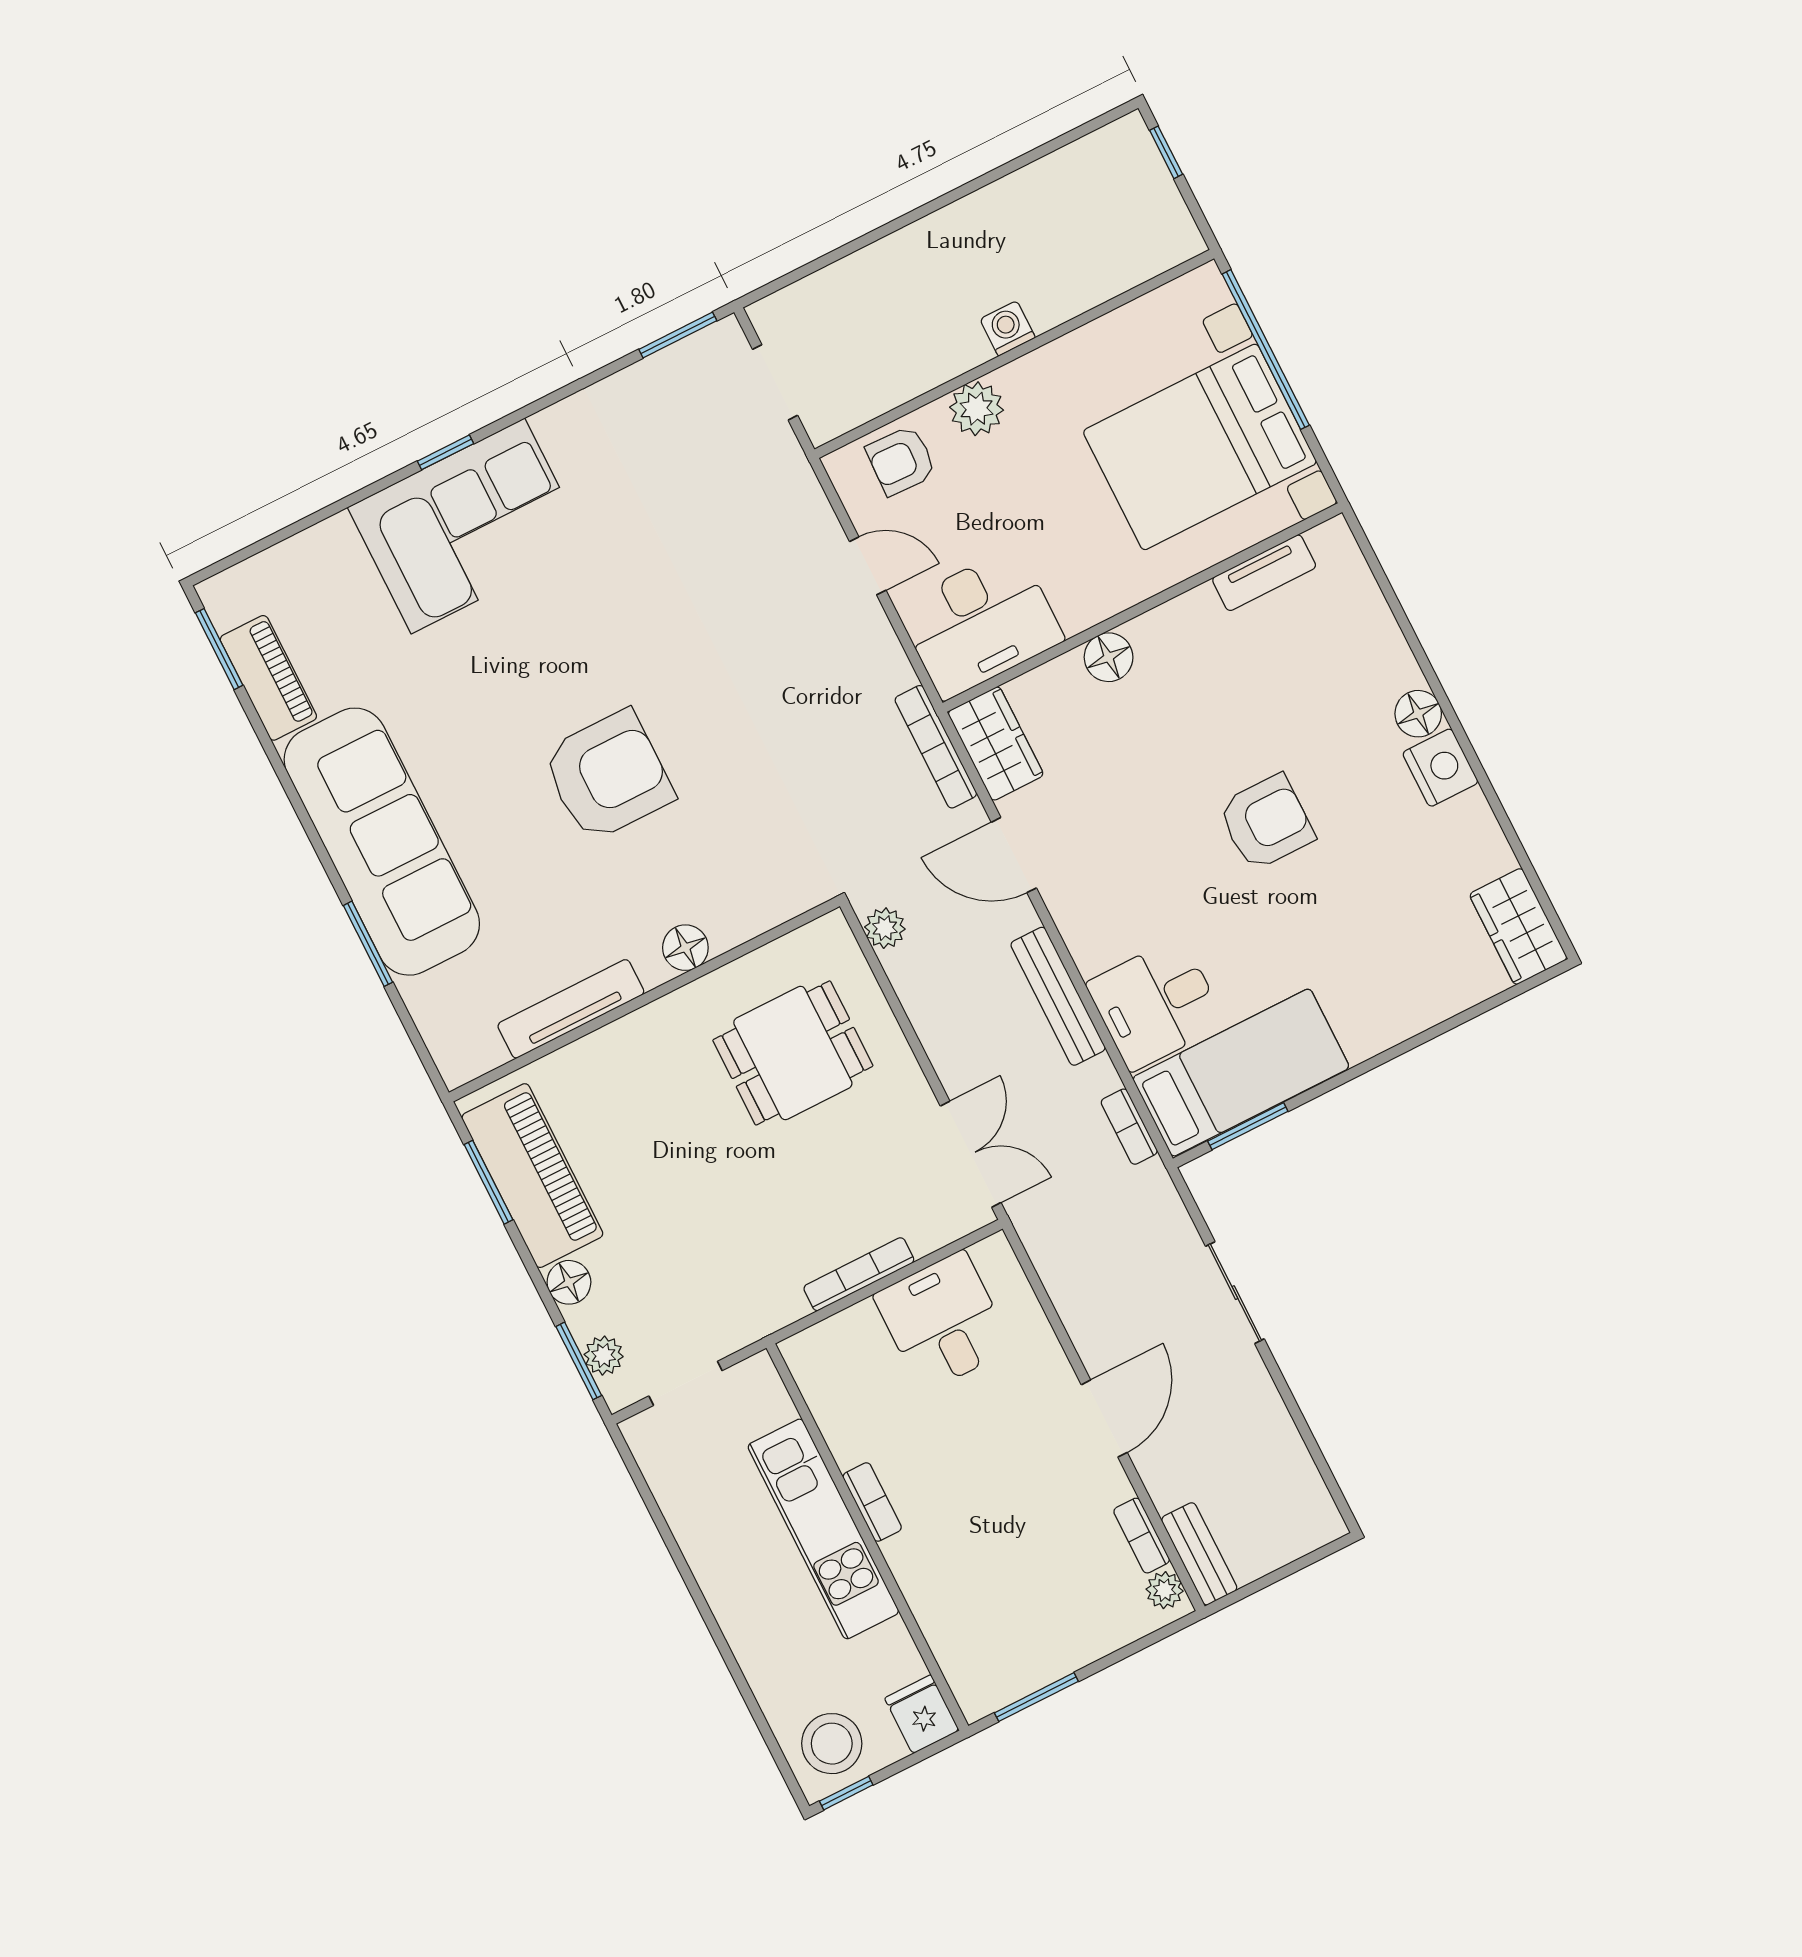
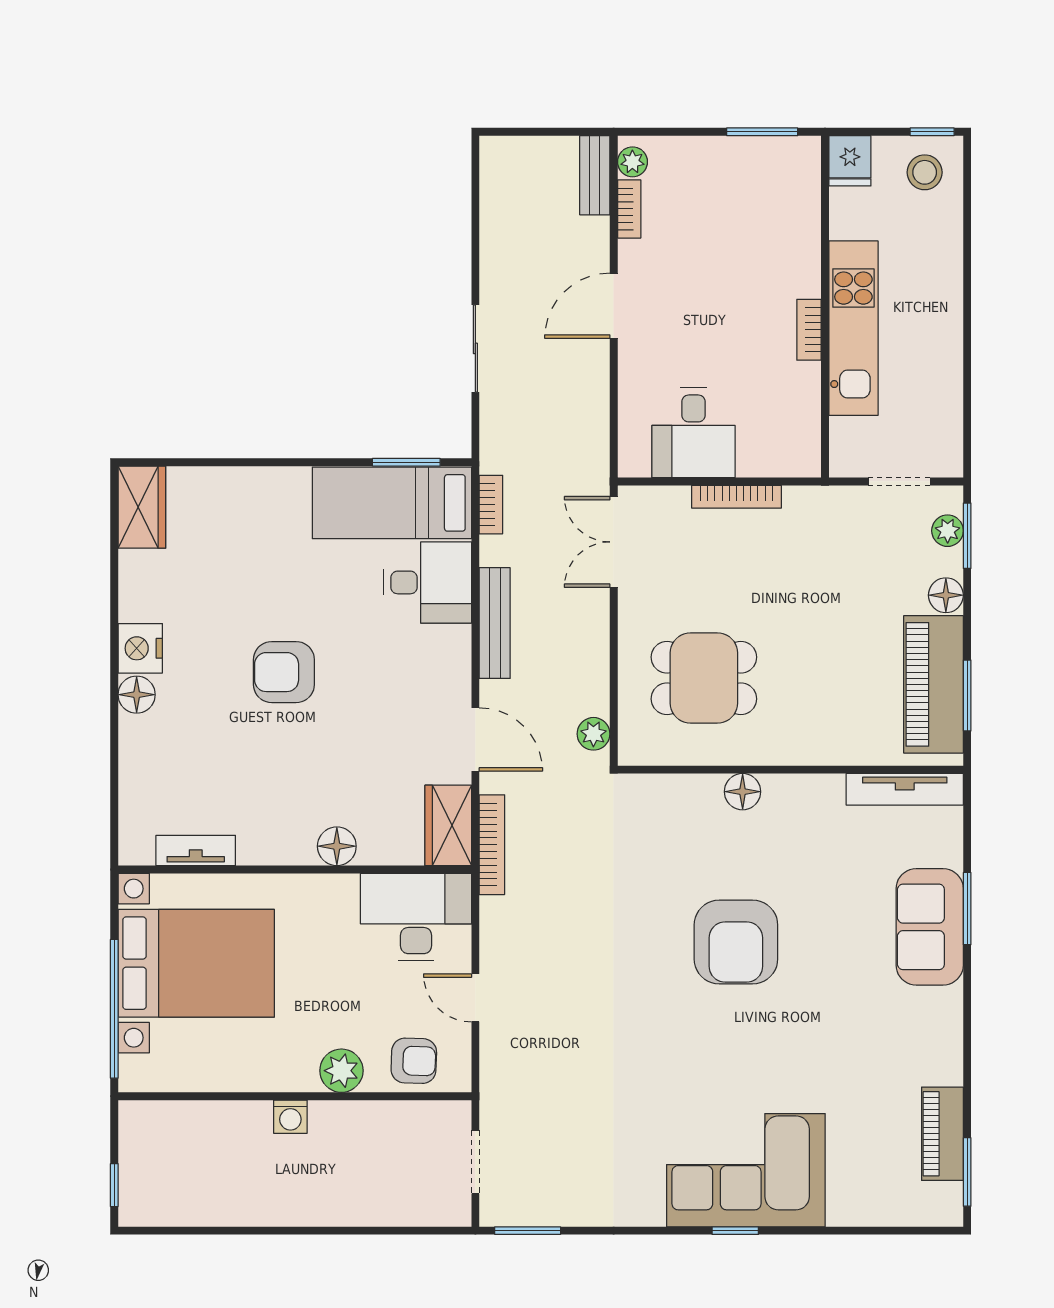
armchair: (608, 776) -> (736, 942), turned -90
sofa: (382, 842) -> (930, 927), width x0.54, depth x0.79
tv unit: (571, 1009) -> (905, 789), moved
stool: (832, 1744) -> (925, 172), width x0.73, depth x0.73

